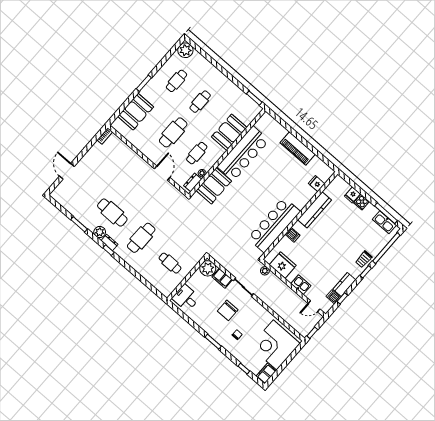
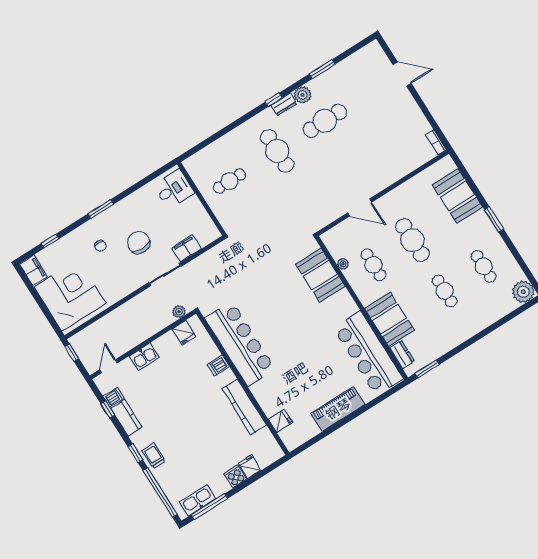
bar counter: (243, 153) -> (368, 353), moved
dresser: (193, 182) -> (402, 354), moved
fridge: (283, 265) -> (184, 333), width x0.53, depth x0.75
plant: (208, 268) -> (206, 232), removed

